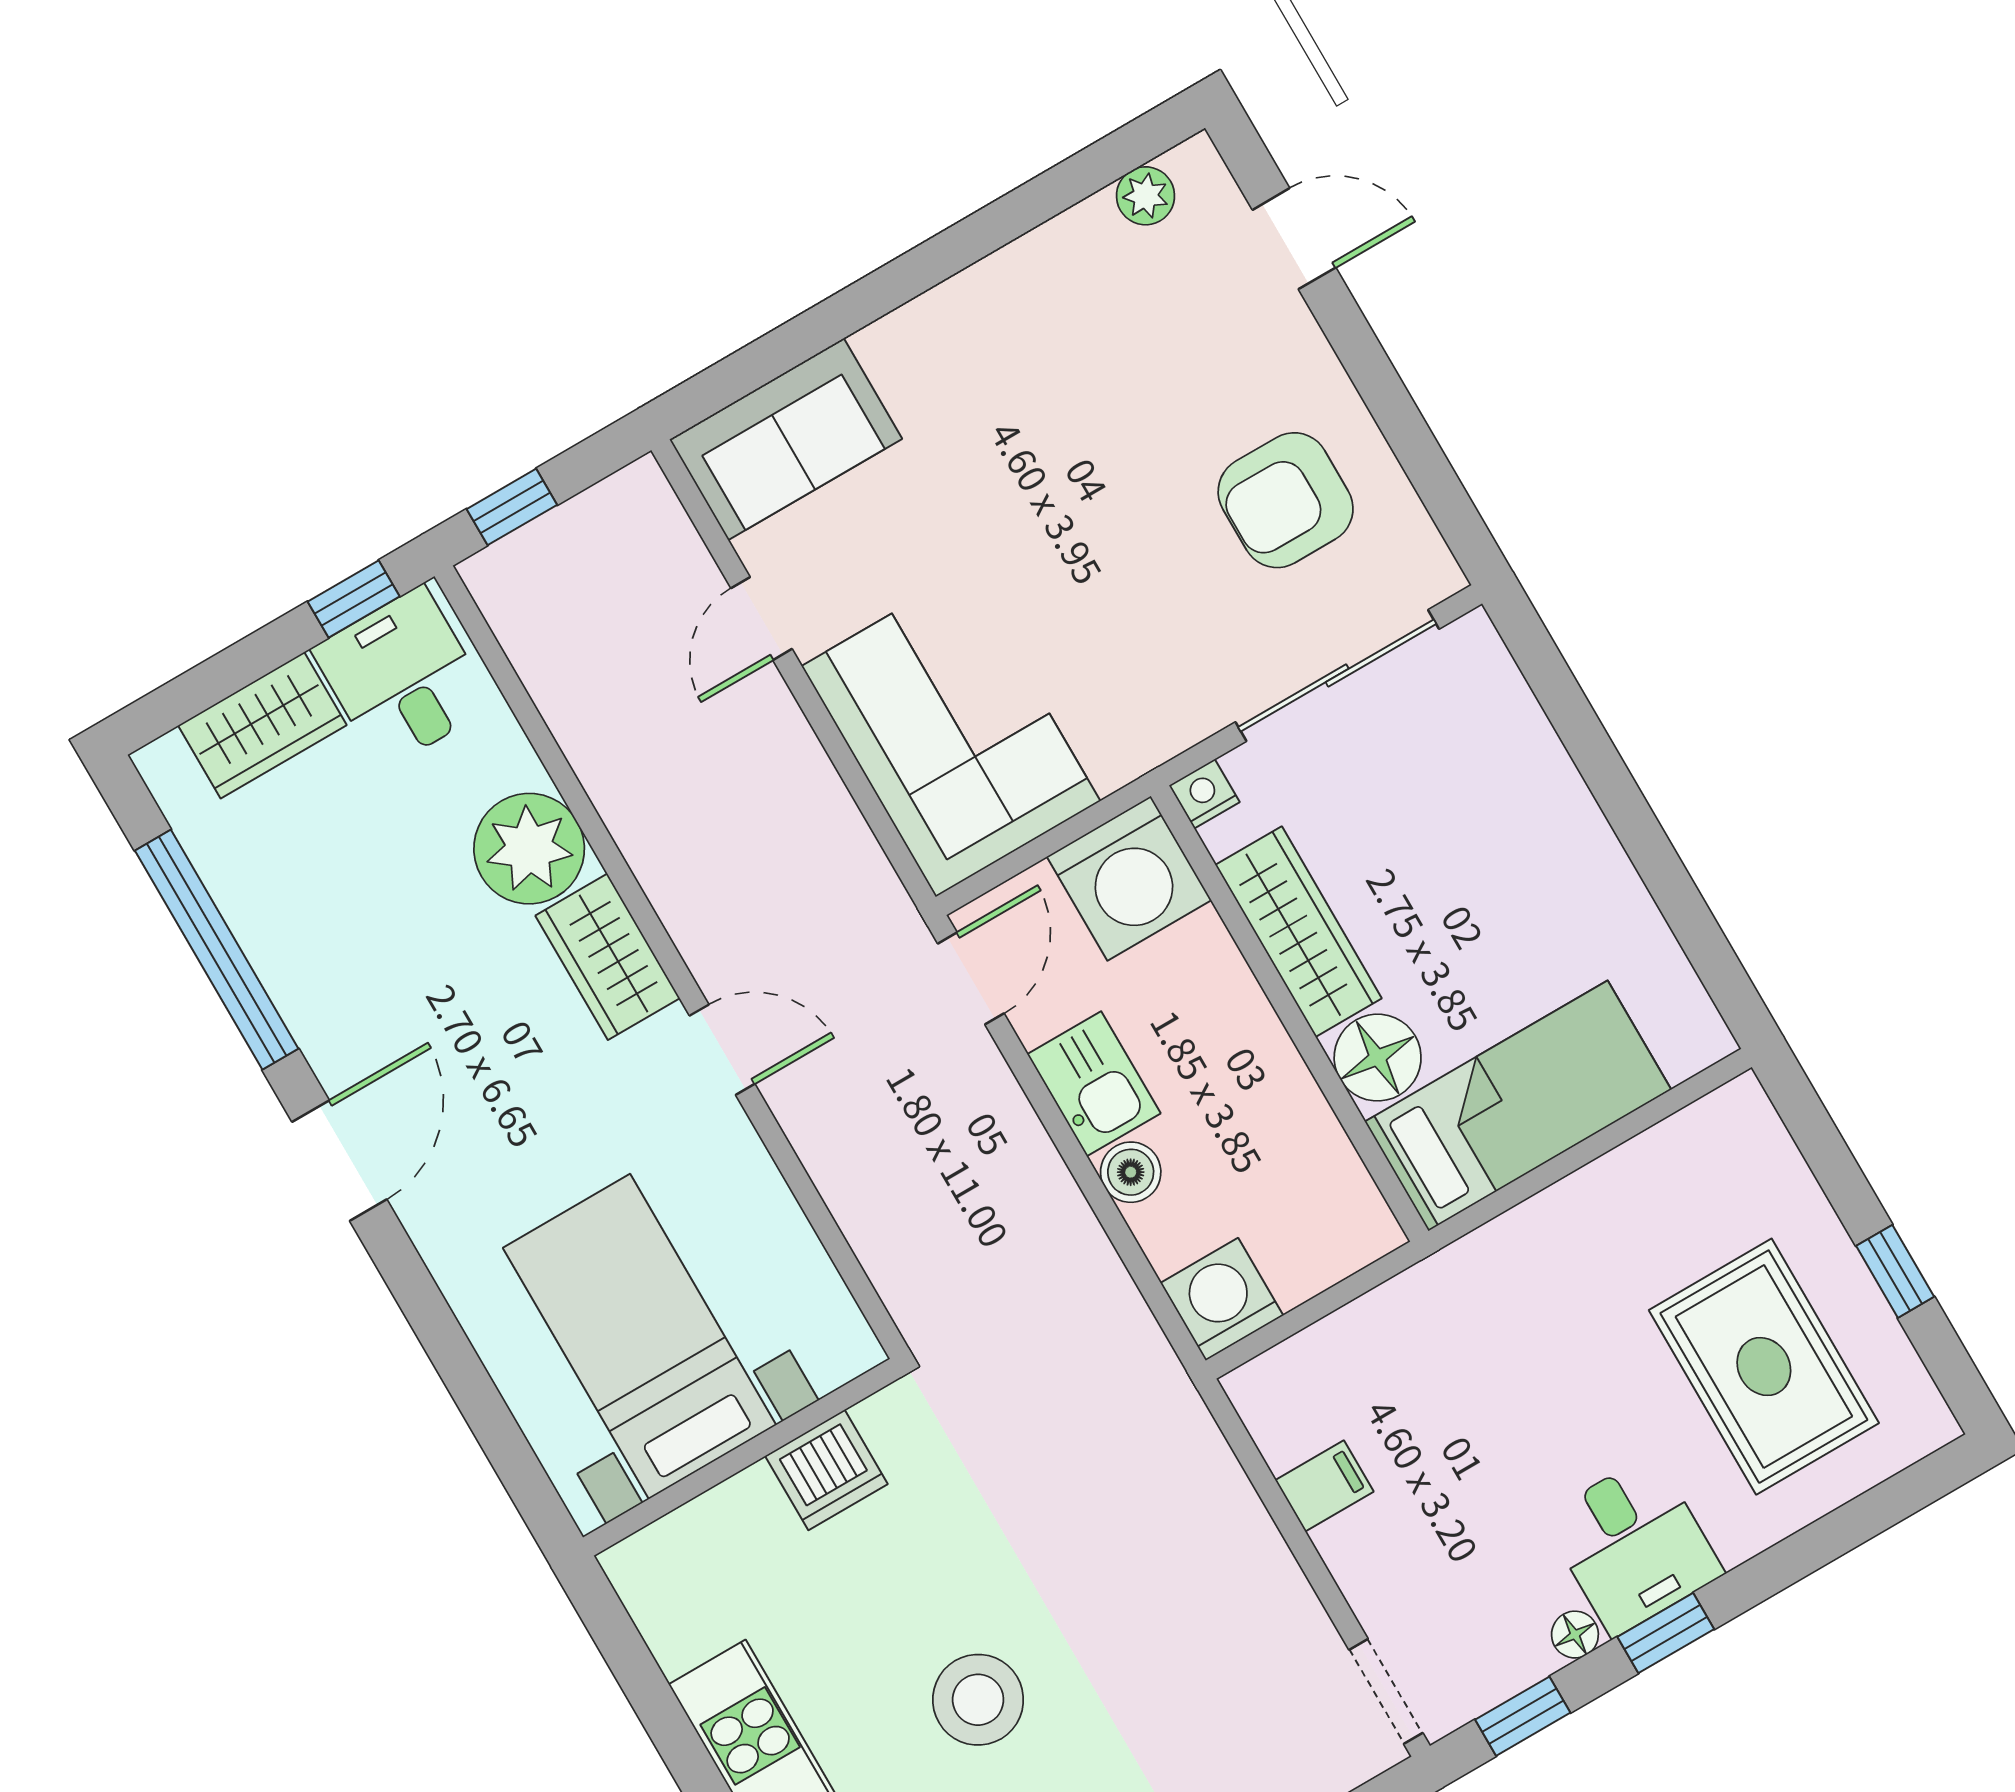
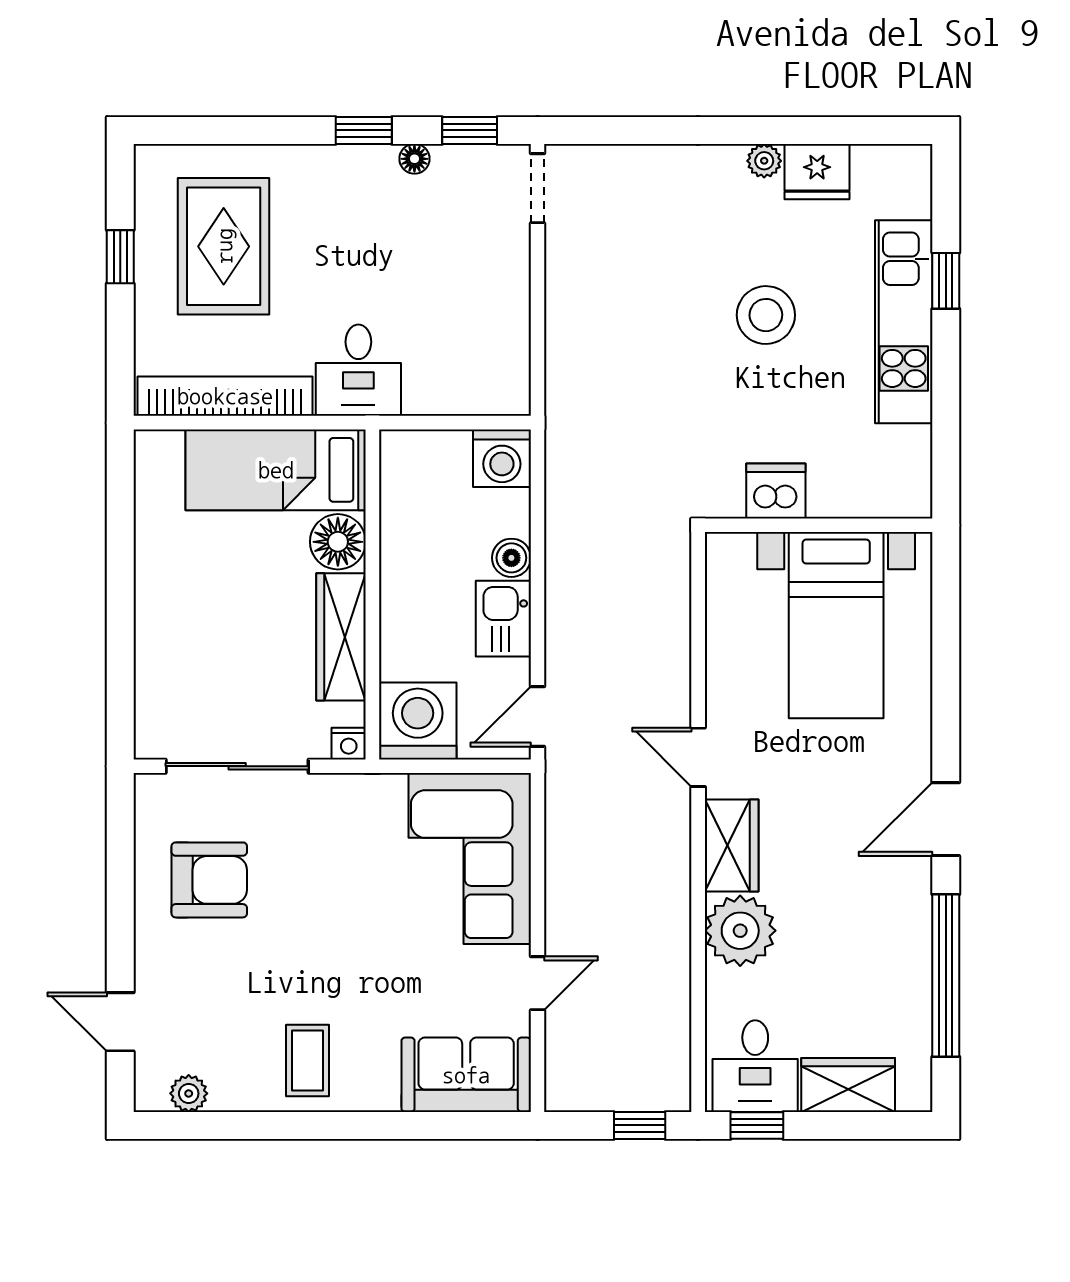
coffee table: (1011, 334) -> (307, 1060), added
bookcase: (1644, 1165) -> (225, 396), added
filing cabinet: (1324, 1486) -> (505, 322), removed
desk: (1633, 1545) -> (358, 370), moved, turned 180

